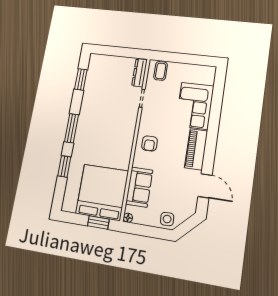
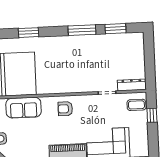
window: (174, 57) -> (152, 115), added
window: (72, 128) -> (82, 30), moved

